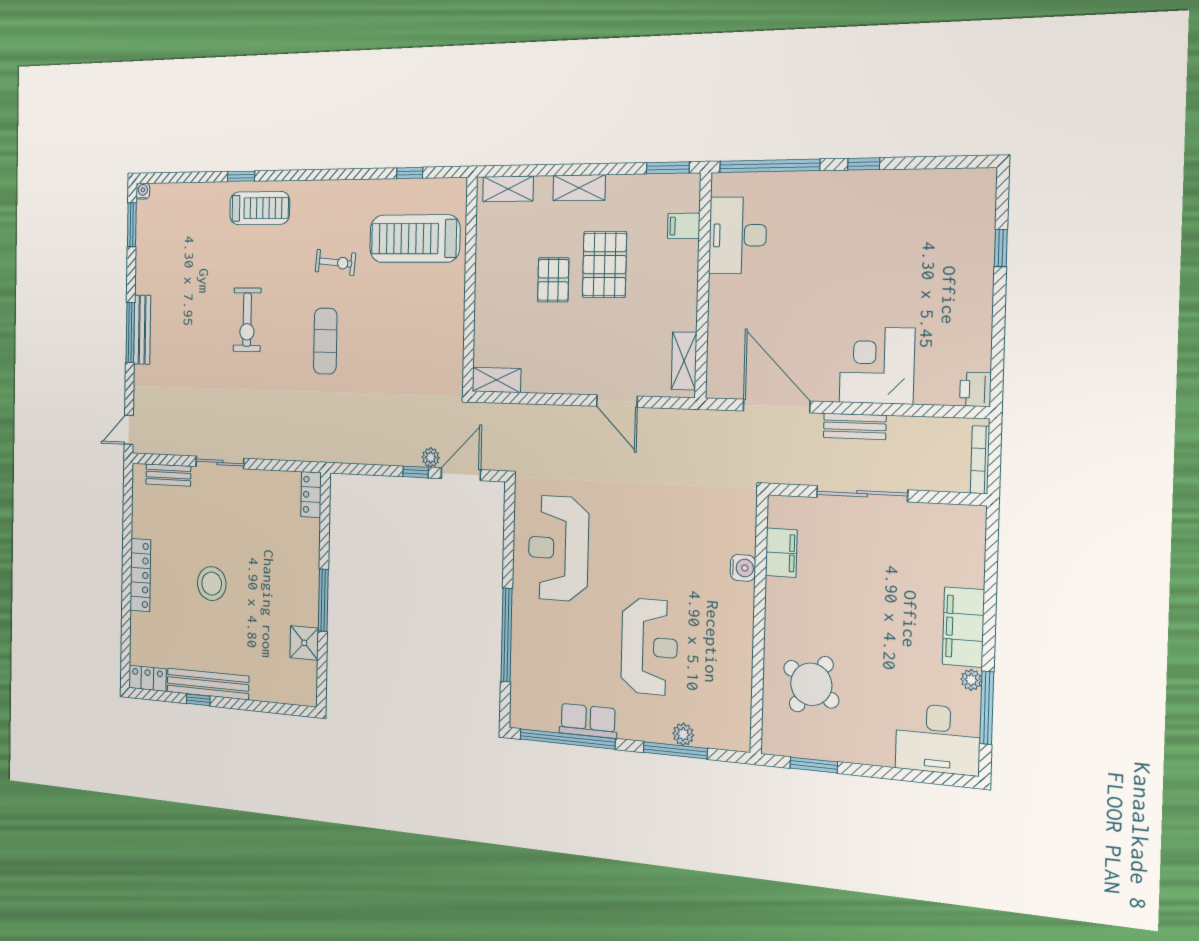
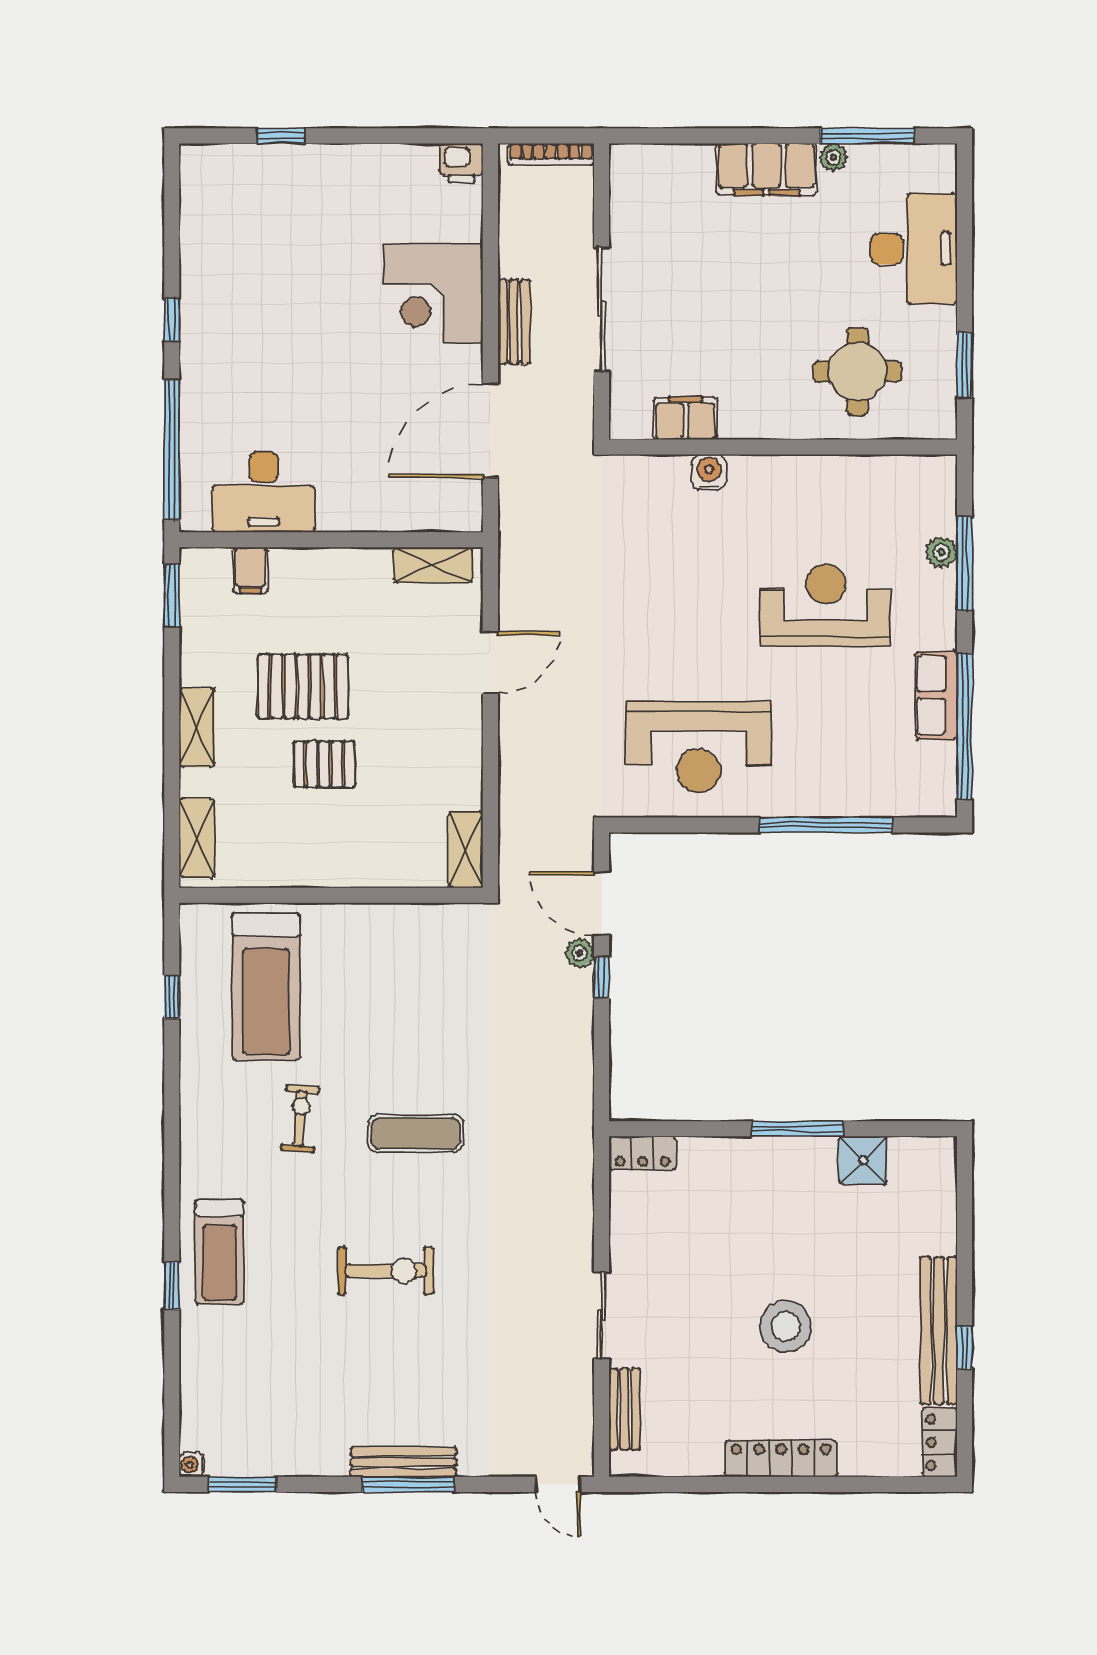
treadmill: (260, 208) -> (220, 1252), turned 180
round table: (811, 684) -> (857, 372), turned -34
desk: (938, 739) -> (914, 249), moved

